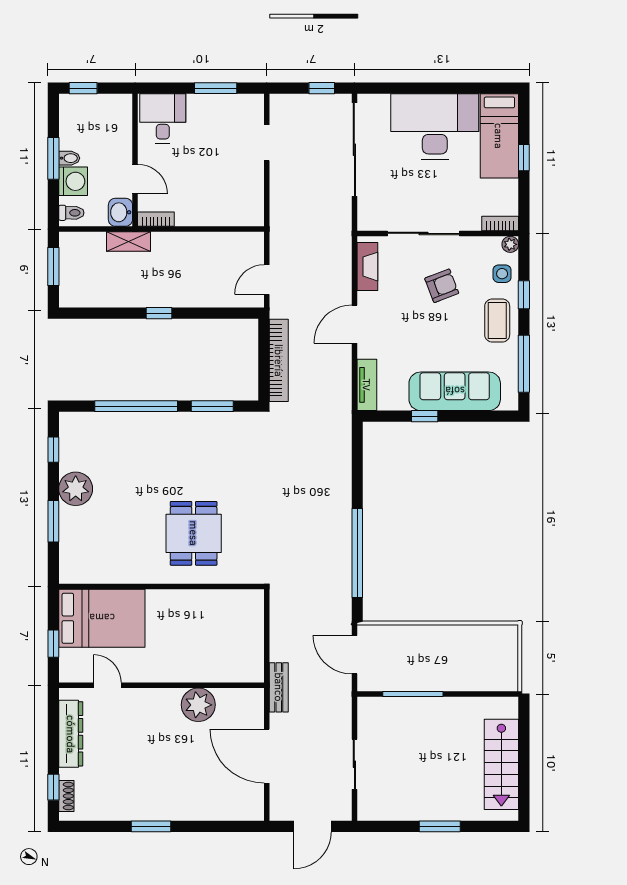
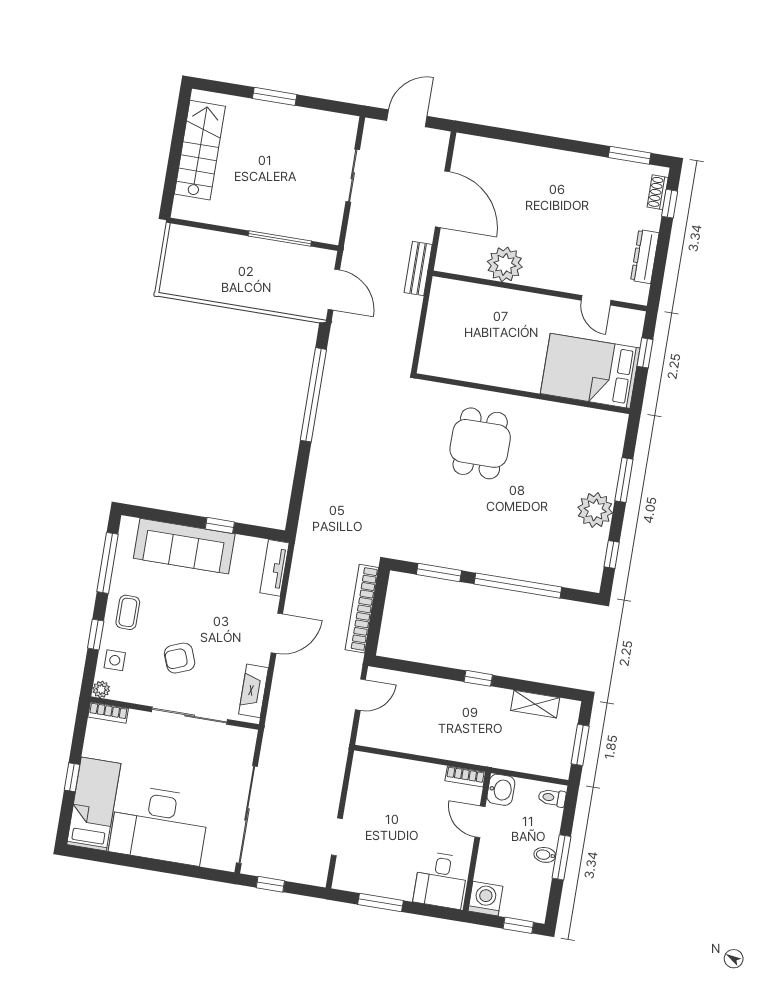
washing machine: (73, 181) -> (485, 899), moved, turned 90
shelving: (128, 242) -> (535, 704), moved
coffee table: (497, 321) -> (128, 612), width x0.73, depth x0.77
dresser: (71, 734) -> (645, 257), width x0.73, depth x0.80
window: (151, 826) -> (630, 155), moved

